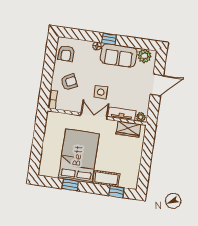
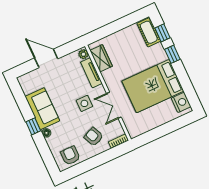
armchair: (66, 53) -> (70, 156), turned -90
plant: (144, 56) -> (28, 86), removed
double door: (94, 116) -> (114, 105), moved
nightstand: (51, 170) -> (181, 102), added
cot: (106, 178) -> (149, 32), moved
window: (70, 185) -> (172, 54), moved

